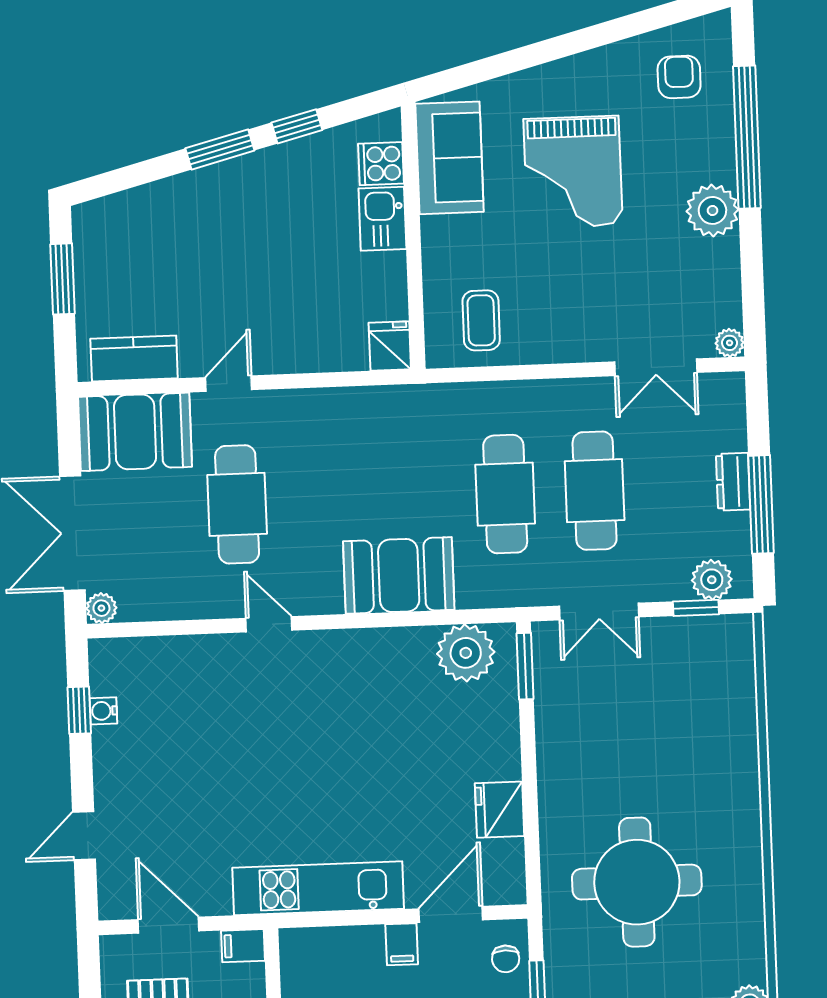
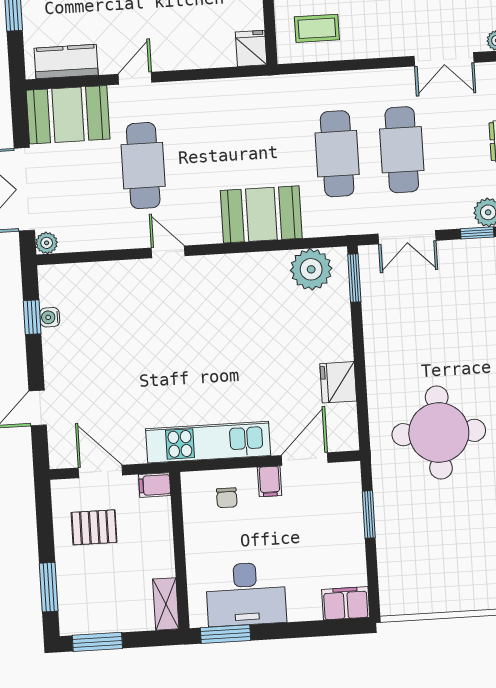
coffee table: (481, 320) -> (317, 28), turned 90
chair: (506, 959) -> (227, 498), moved

